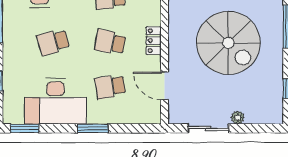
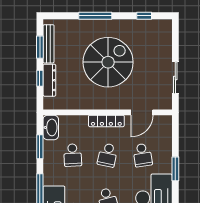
locker: (154, 41) -> (106, 121), width x1.53
plant: (238, 117) -> (167, 55), removed

